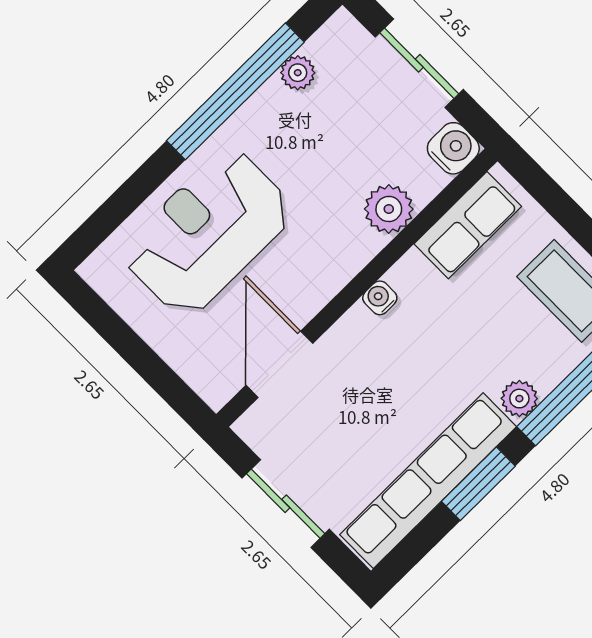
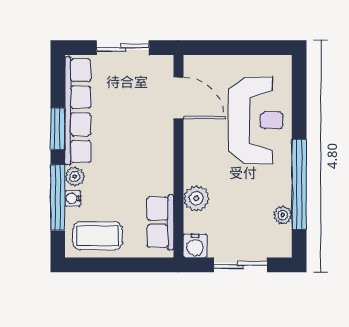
water cooler: (380, 298) -> (73, 198), moved, turned 180

